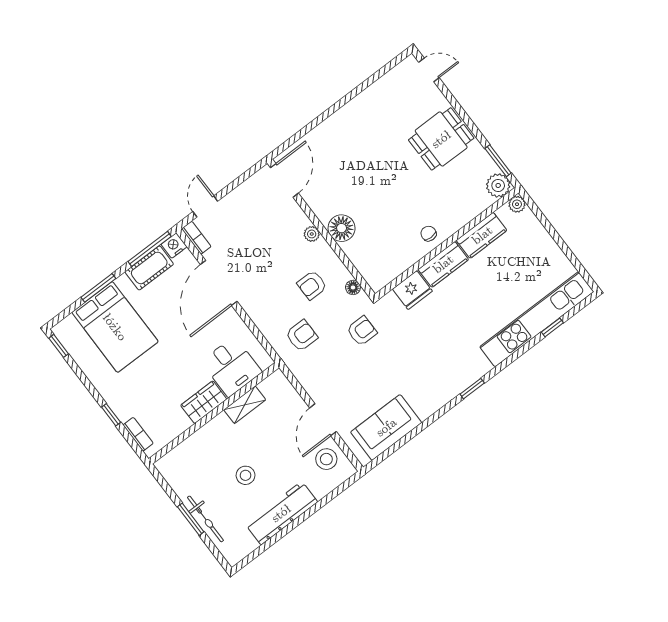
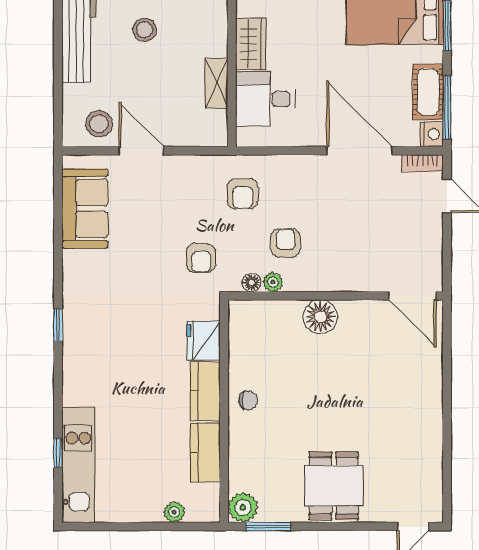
plant: (517, 204) -> (174, 512), moved
plant: (312, 234) -> (273, 282), moved
kitchen unit: (537, 319) -> (78, 465), width x0.73

